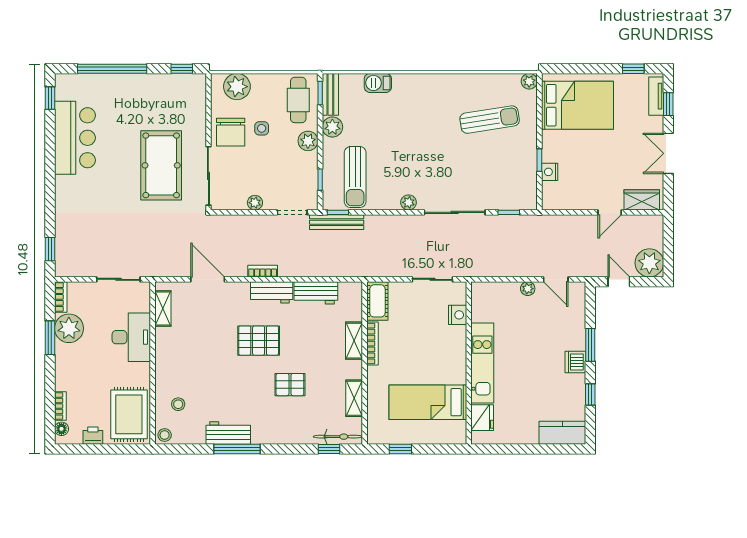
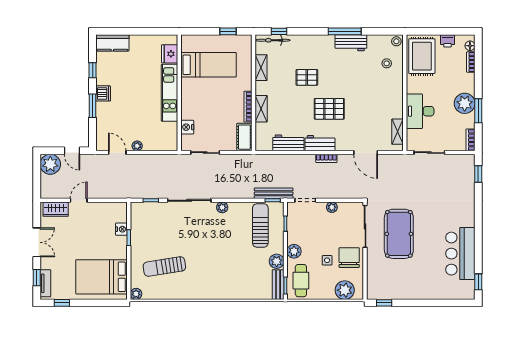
window: (112, 69) -> (434, 303), removed
barbecue: (378, 83) -> (244, 293), removed
plant: (69, 328) -> (465, 103), moved

